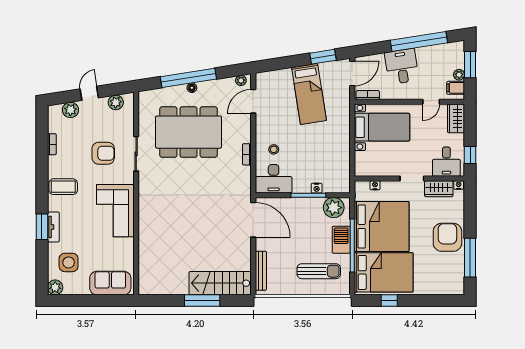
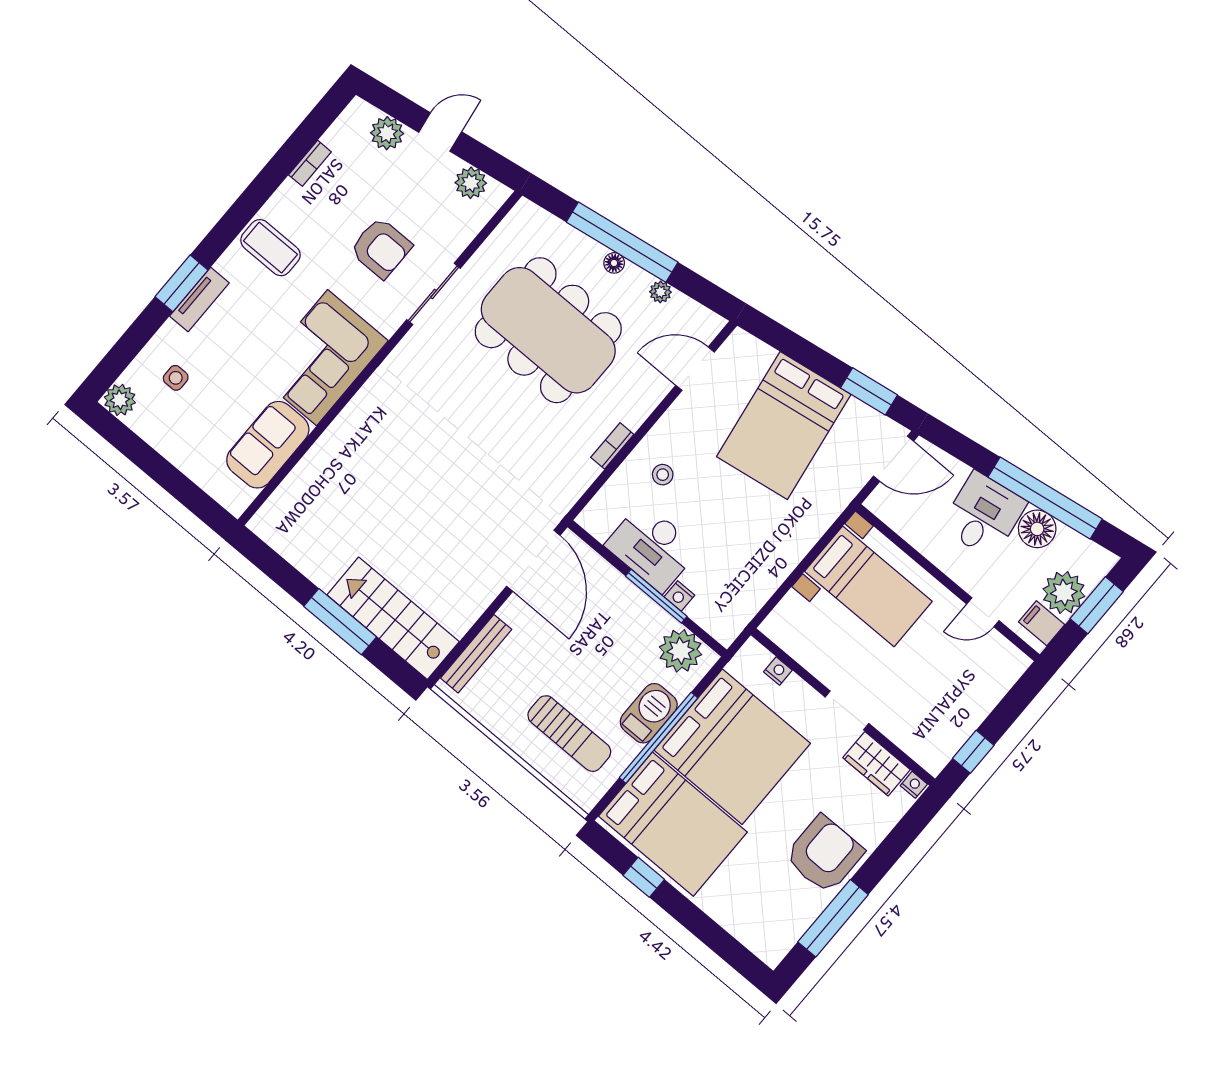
floor lamp: (425, 55) -> (1037, 529), added
plant: (459, 75) -> (1064, 593), width x1.88, depth x1.88
plant: (241, 80) -> (660, 292), moved
bed: (309, 94) -> (784, 426), width x1.50
bookcase: (368, 95) -> (889, 515), removed
wardrobe: (456, 118) -> (1001, 673), removed
desk: (446, 162) -> (926, 730), removed
desk: (274, 179) -> (652, 547), moved
side table: (69, 262) -> (176, 378), width x0.54, depth x0.54
sofa: (110, 283) -> (268, 445), moved, turned -90

